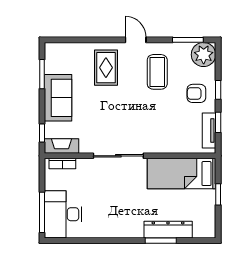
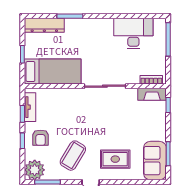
rug: (106, 68) -> (115, 159), turned 90
coffee table: (157, 72) -> (73, 156), turned 31
armchair: (196, 93) -> (40, 138), turned 90
sofa: (58, 98) -> (155, 161), moved
desk: (63, 214) -> (133, 33), moved, turned -90
dresser: (168, 230) -> (44, 25), moved

